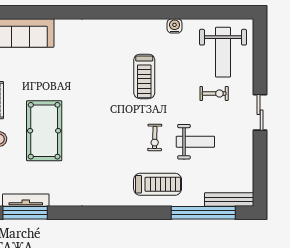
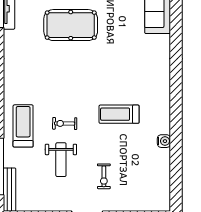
weight bench: (223, 52) -> (141, 184), removed
treadmill: (158, 184) -> (23, 126), turned 180

